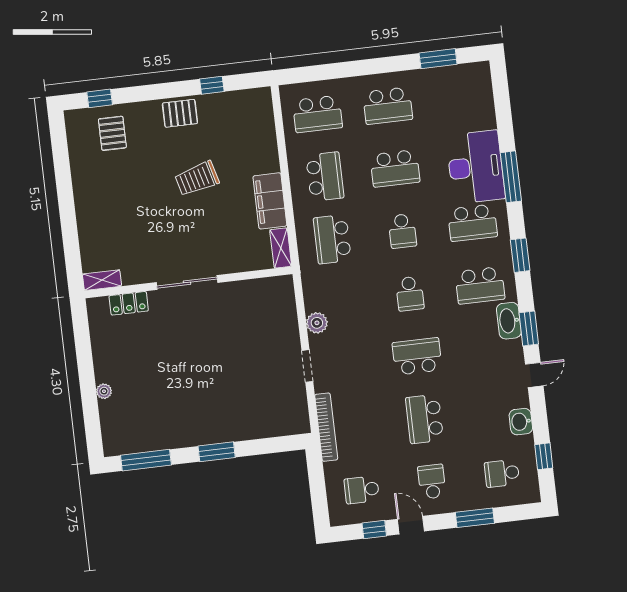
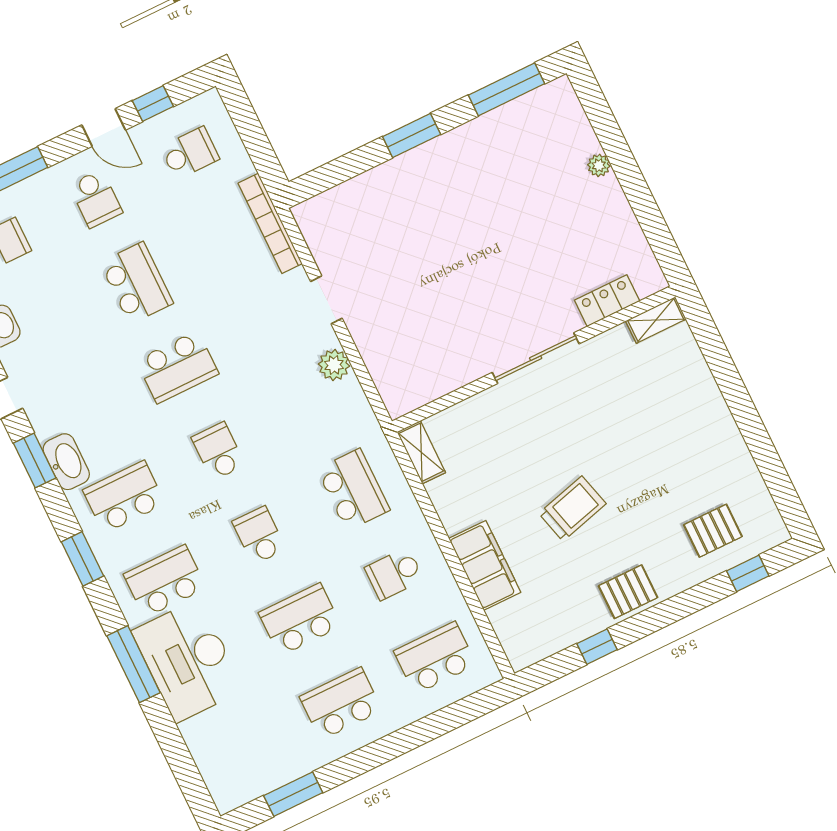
pallet: (112, 133) -> (713, 531), turned 90
school desk: (325, 177) -> (394, 574), width x0.54
filing cabinet: (270, 201) -> (485, 565), moved

